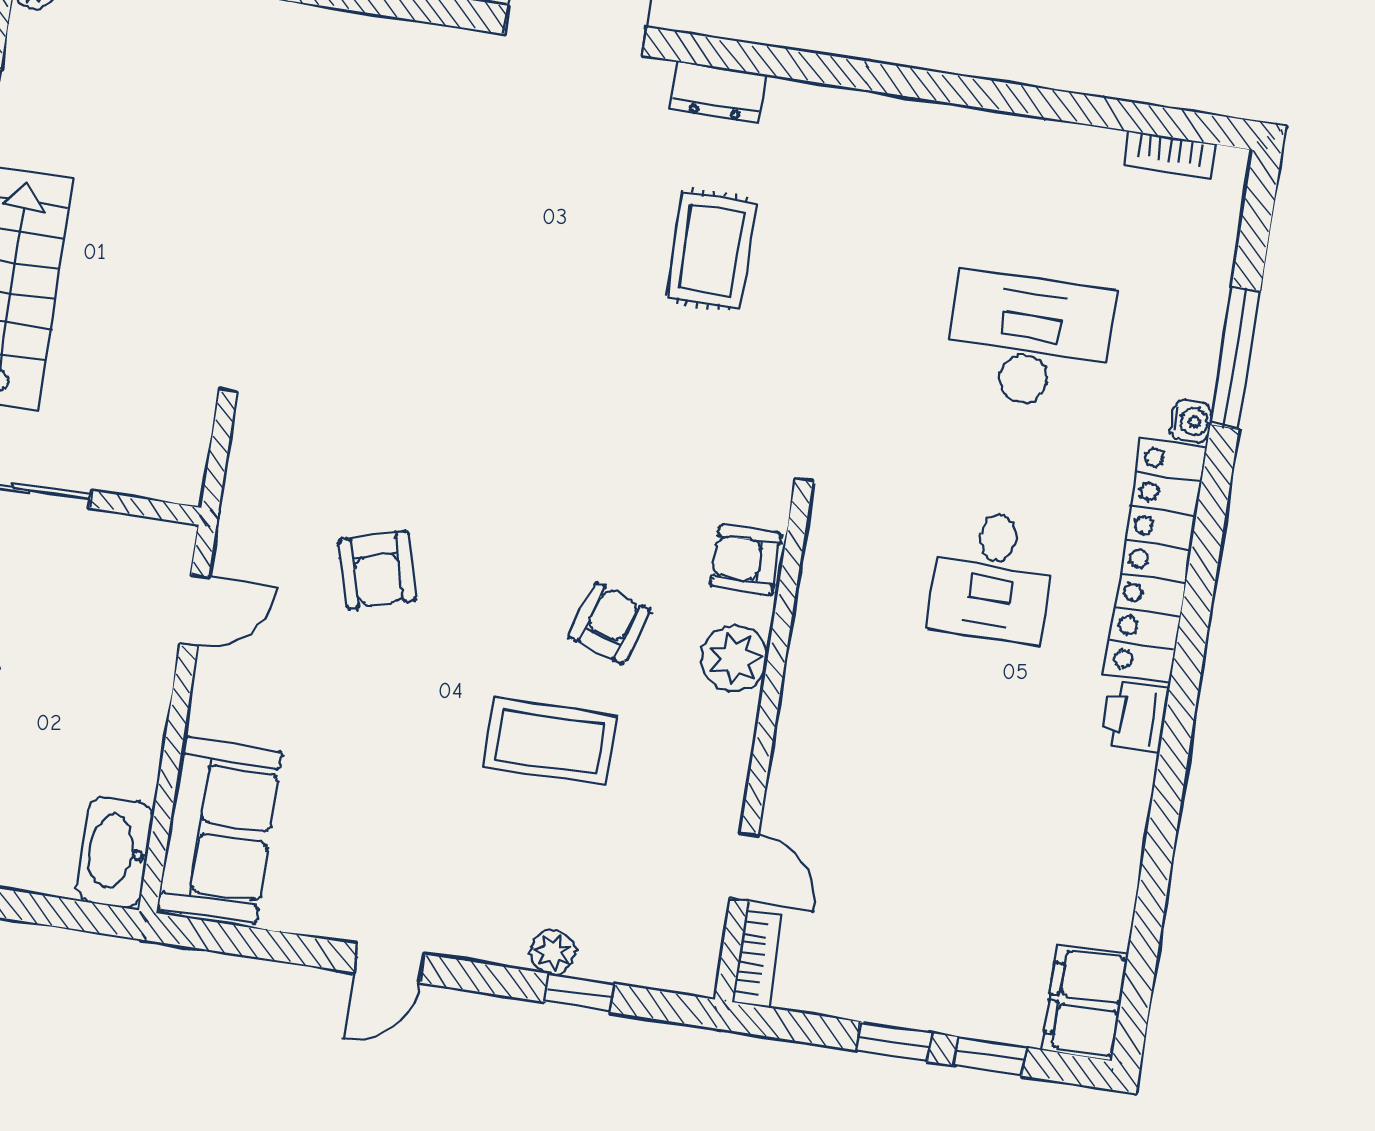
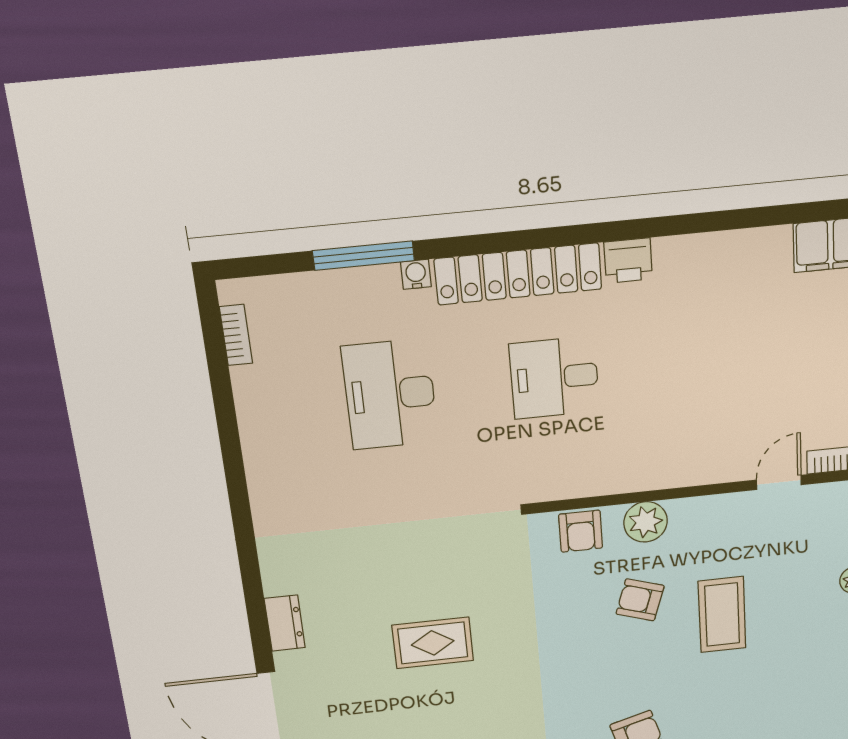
rug: (711, 250) -> (433, 643), moved
desk: (992, 576) -> (554, 378), turned 180

